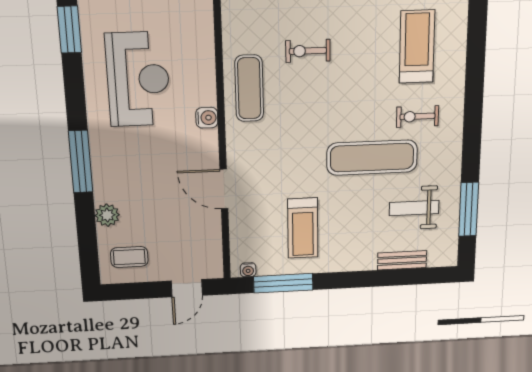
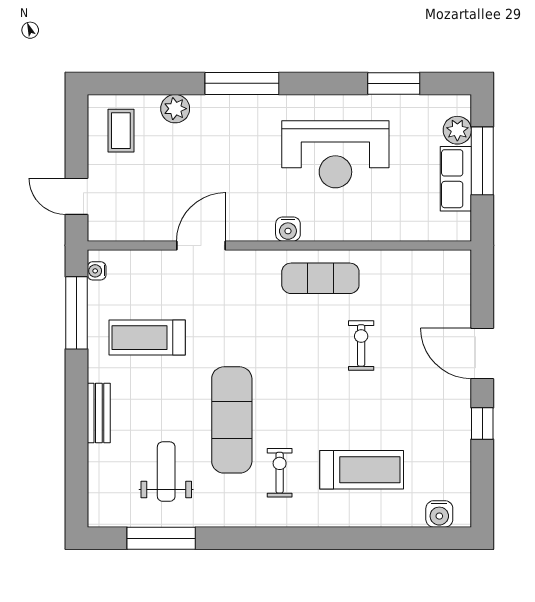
bench: (402, 260) -> (99, 413), moved

